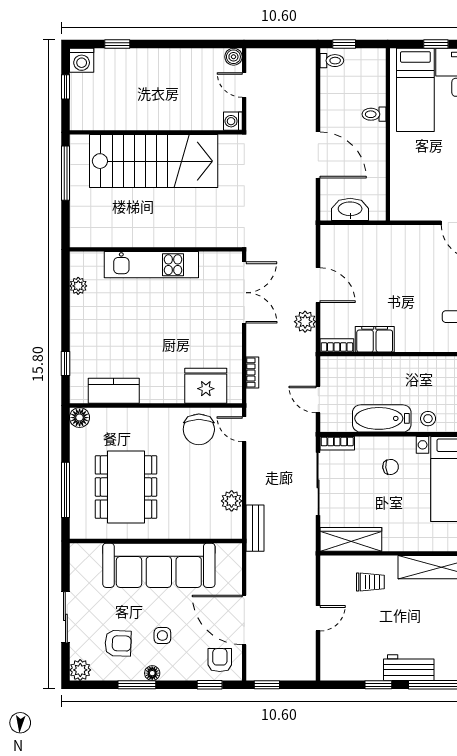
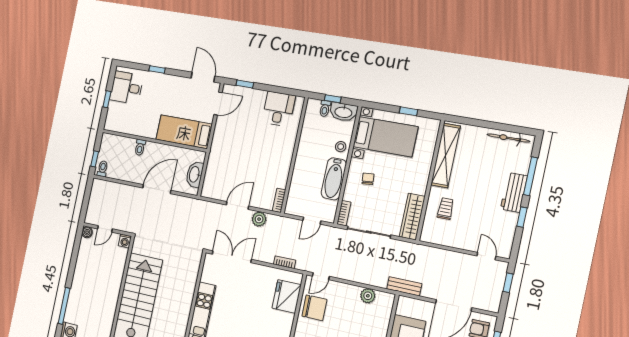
window: (117, 44) -> (64, 306), width x2.17
bed: (415, 90) -> (184, 132), moved, turned 180
filing cabinet: (375, 339) -> (280, 174), removed
bench: (255, 528) -> (404, 286), moved
door: (318, 618) -> (486, 256), moved
window: (267, 685) -> (508, 283), moved

